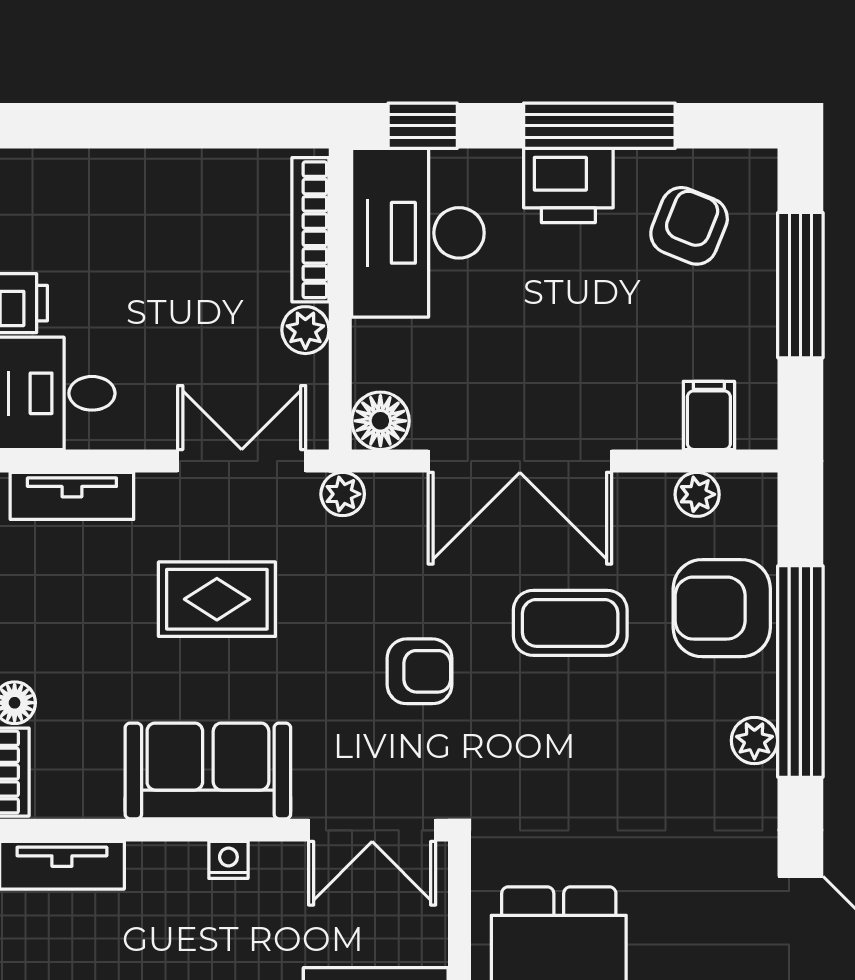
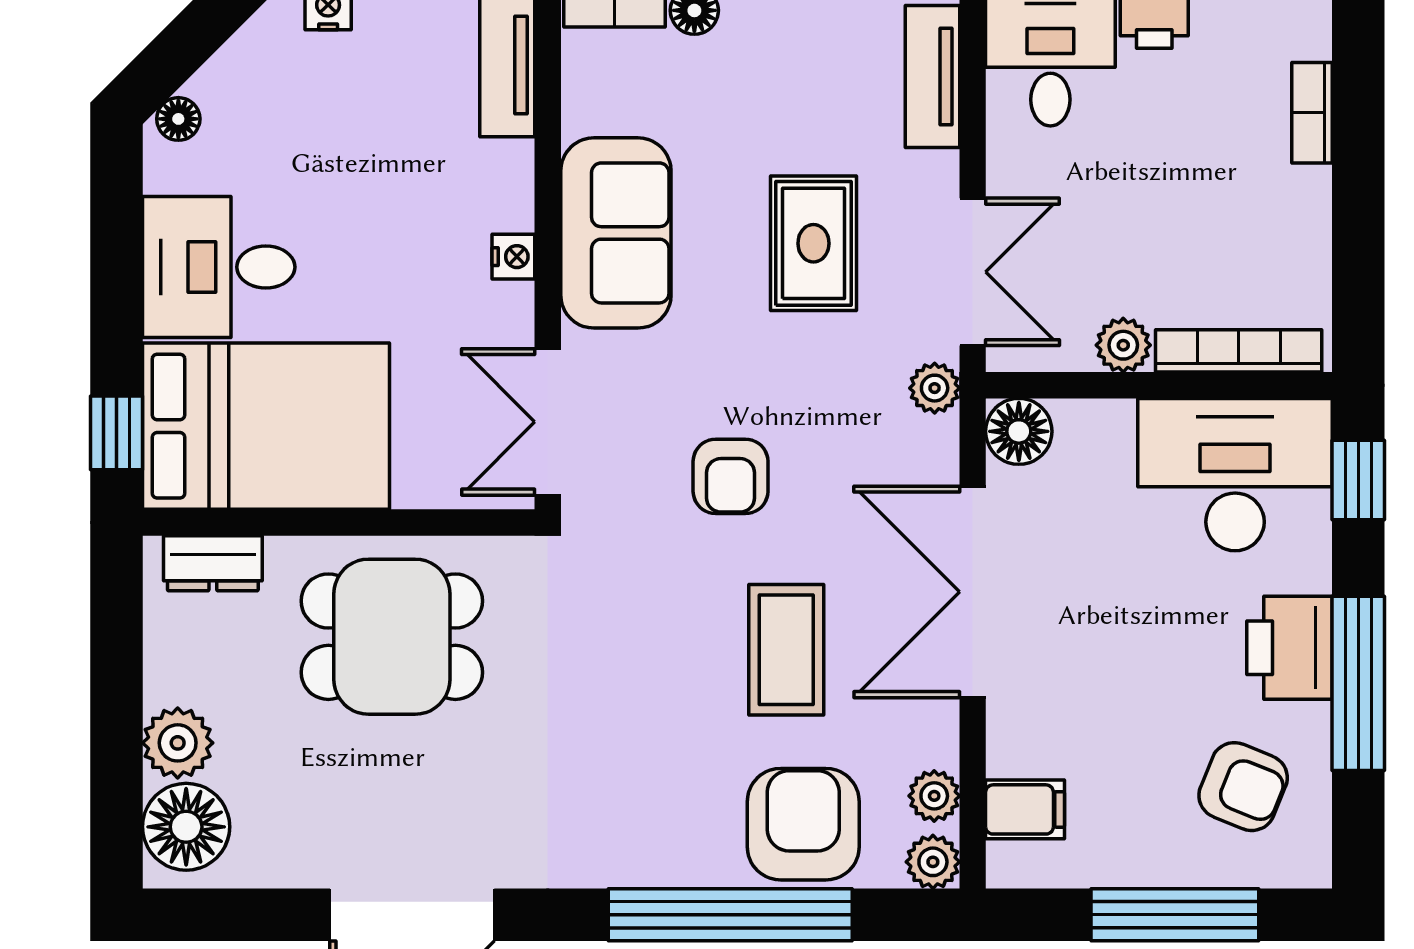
bookcase: (103, 166) -> (1312, 113), added
plant: (754, 741) -> (933, 862), moved

